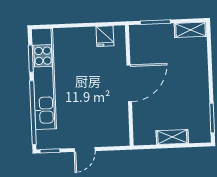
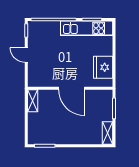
fridge: (105, 36) -> (103, 67), width x1.88, depth x1.34
kitchen unit: (44, 79) -> (87, 28), width x0.73
shelving: (172, 137) -> (33, 101), moved

